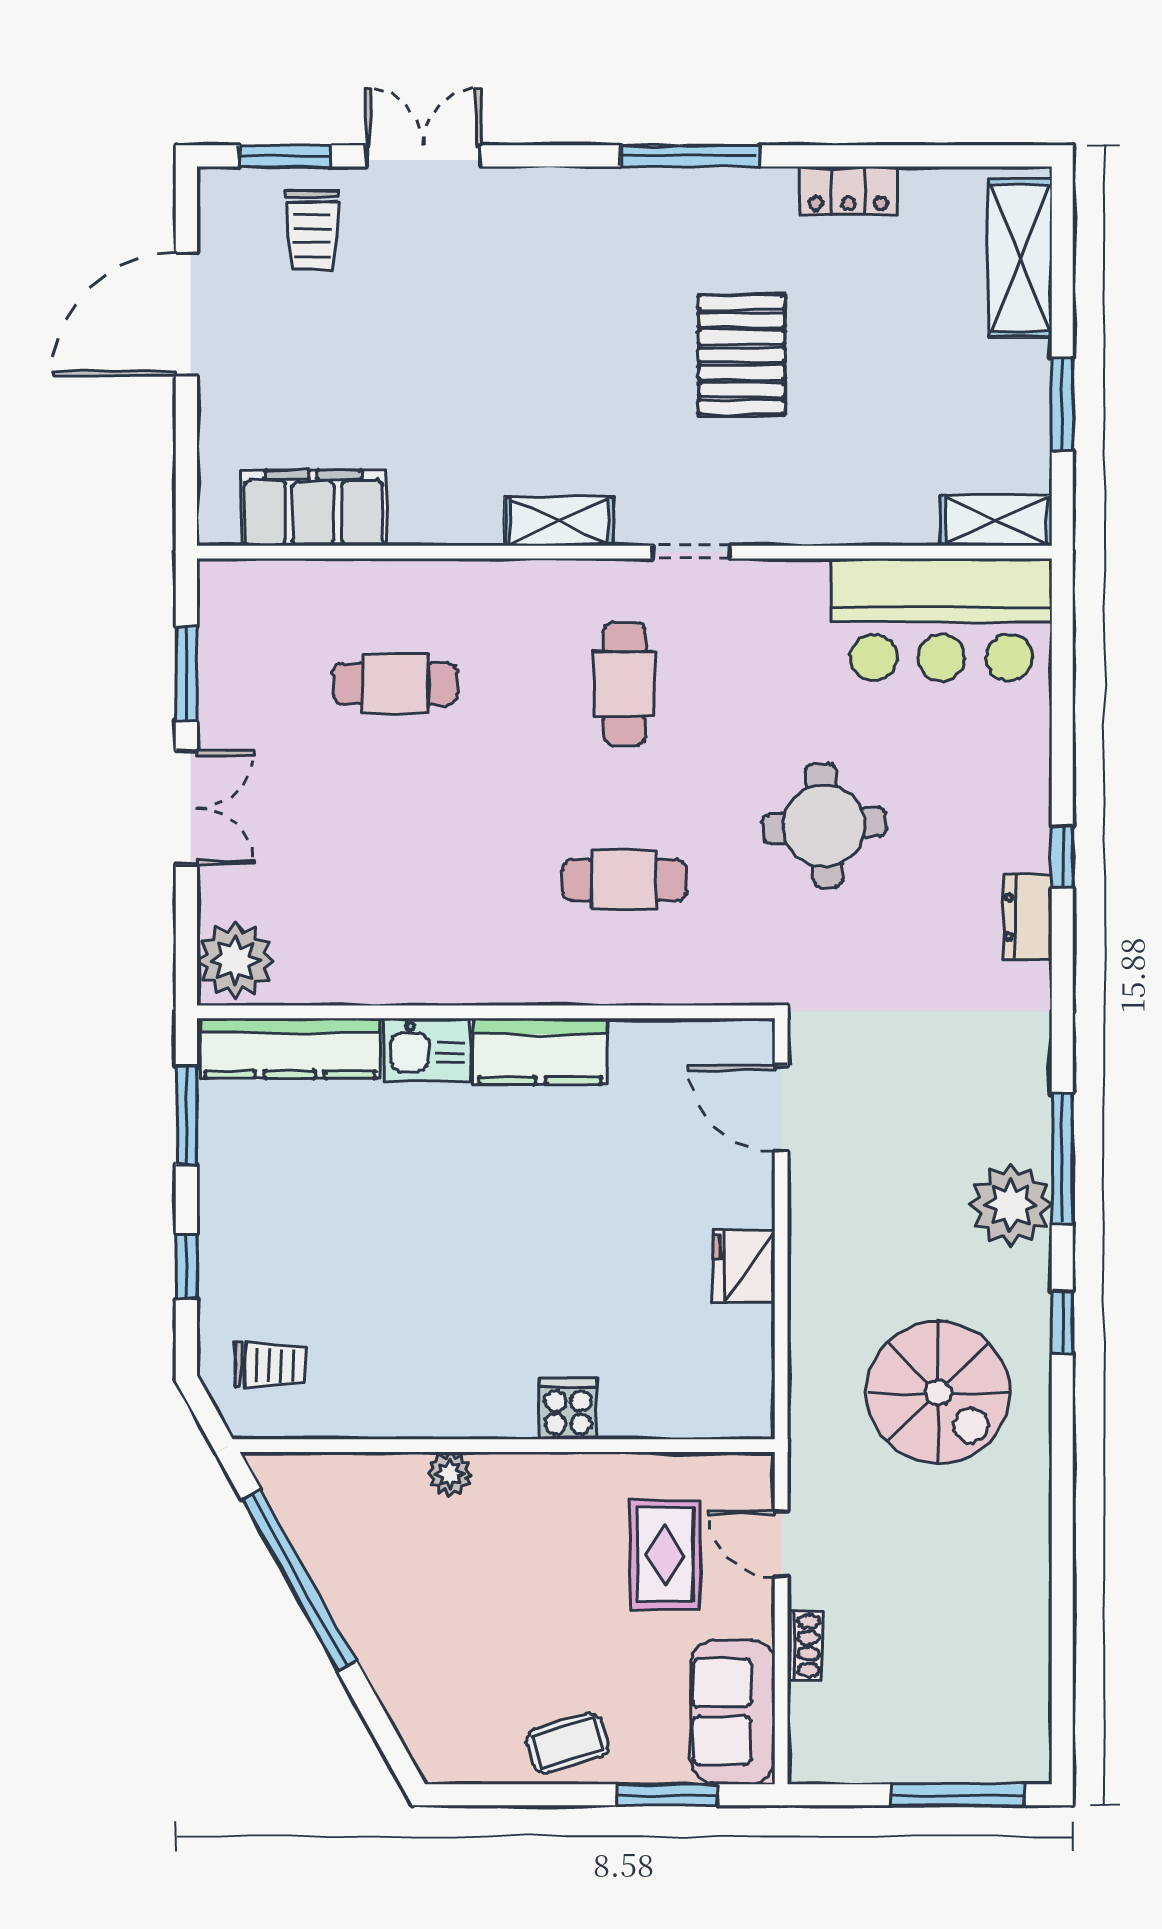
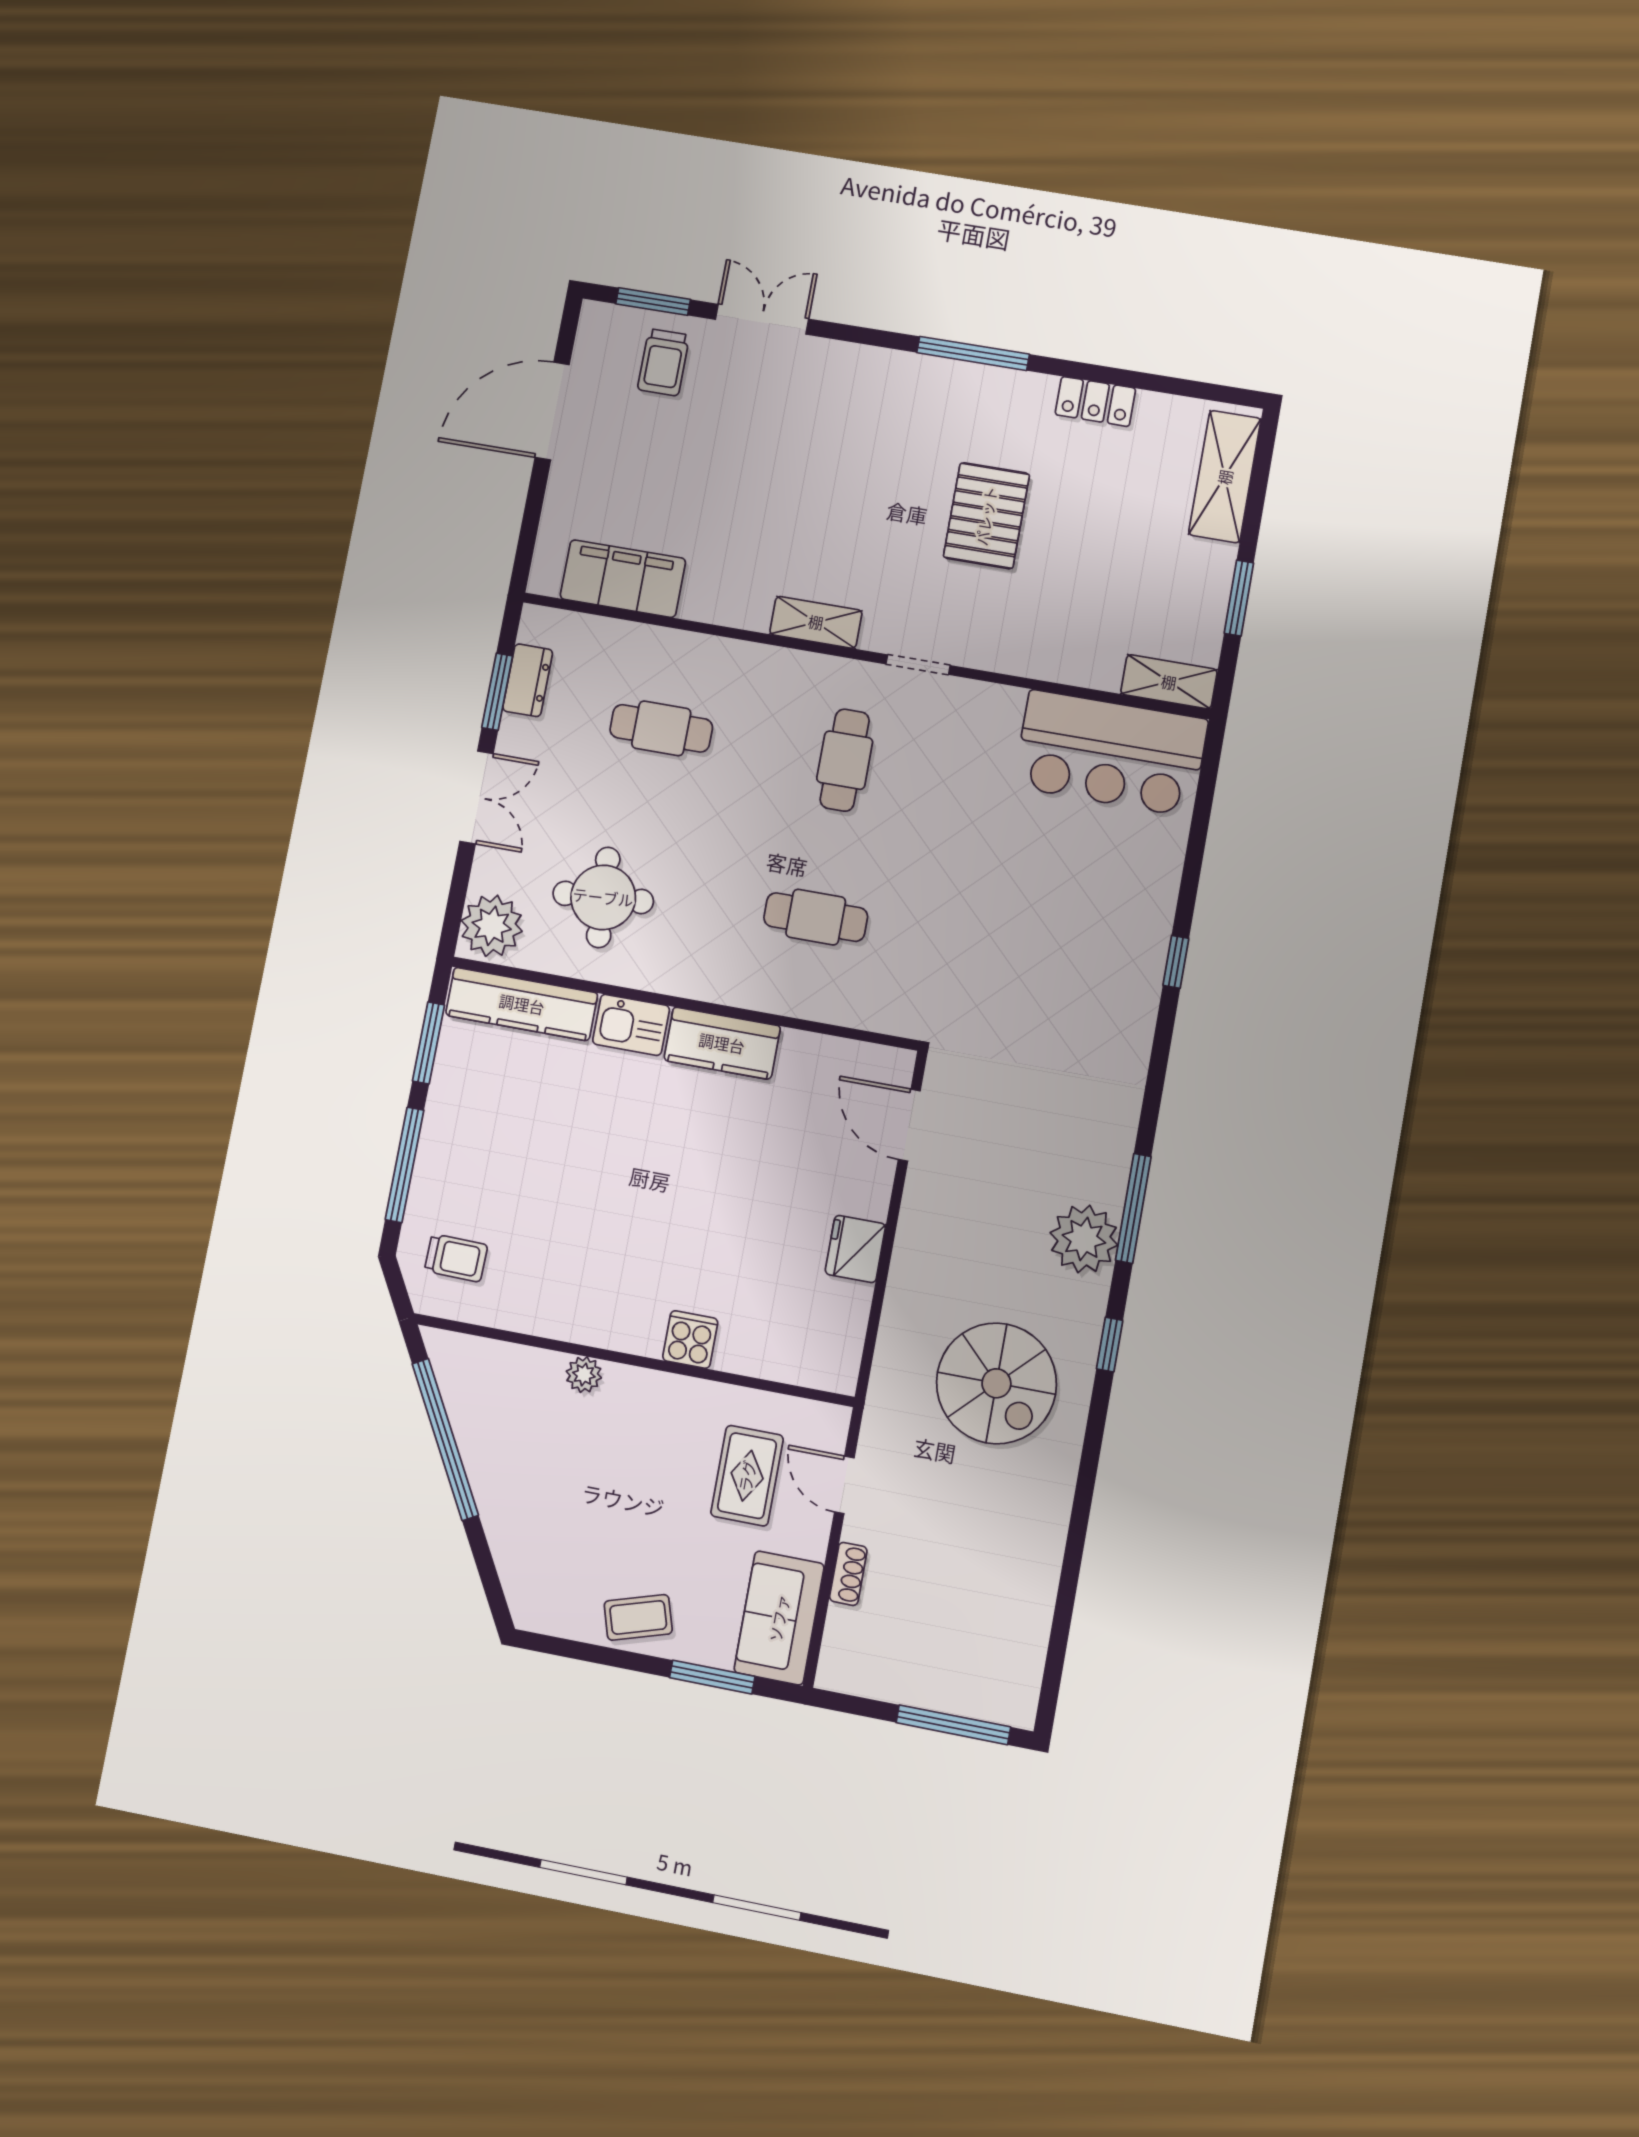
round table: (824, 825) -> (603, 897), moved
dresser: (1028, 917) -> (528, 680), moved, turned 180
window: (186, 1266) -> (405, 1165), width x2.17

